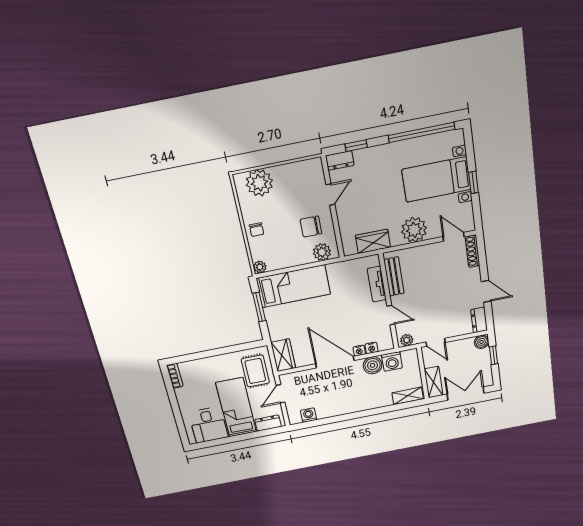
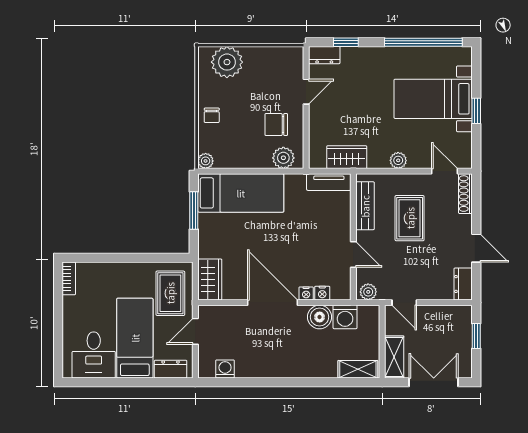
plant: (414, 230) -> (398, 160), width x0.53, depth x0.53
rug: (431, 279) -> (410, 218), added
tv unit: (377, 284) -> (329, 182), moved, turned -90
boiler: (482, 342) -> (463, 314), removed

